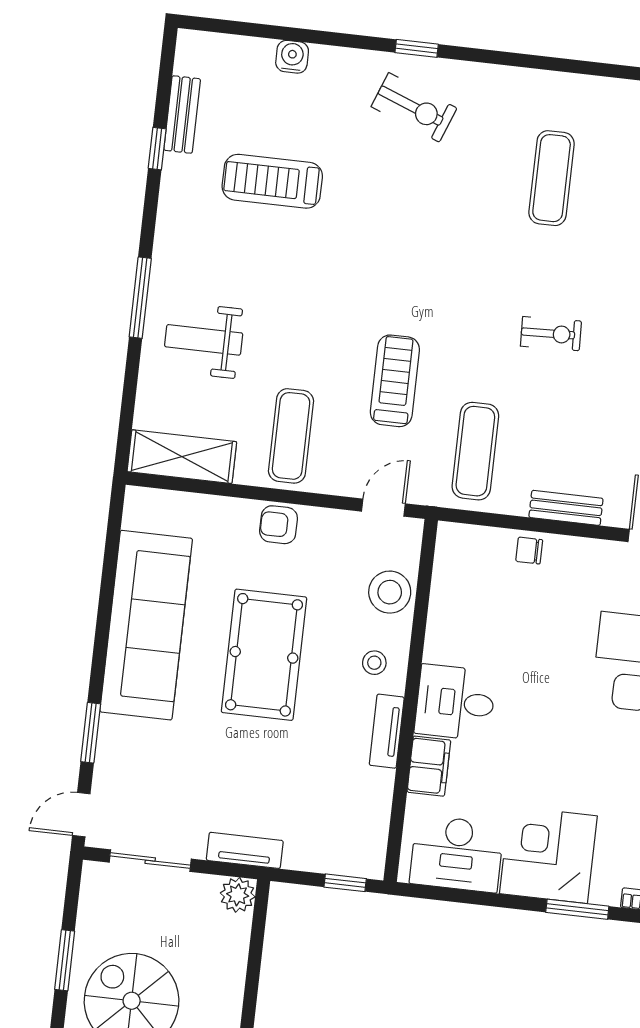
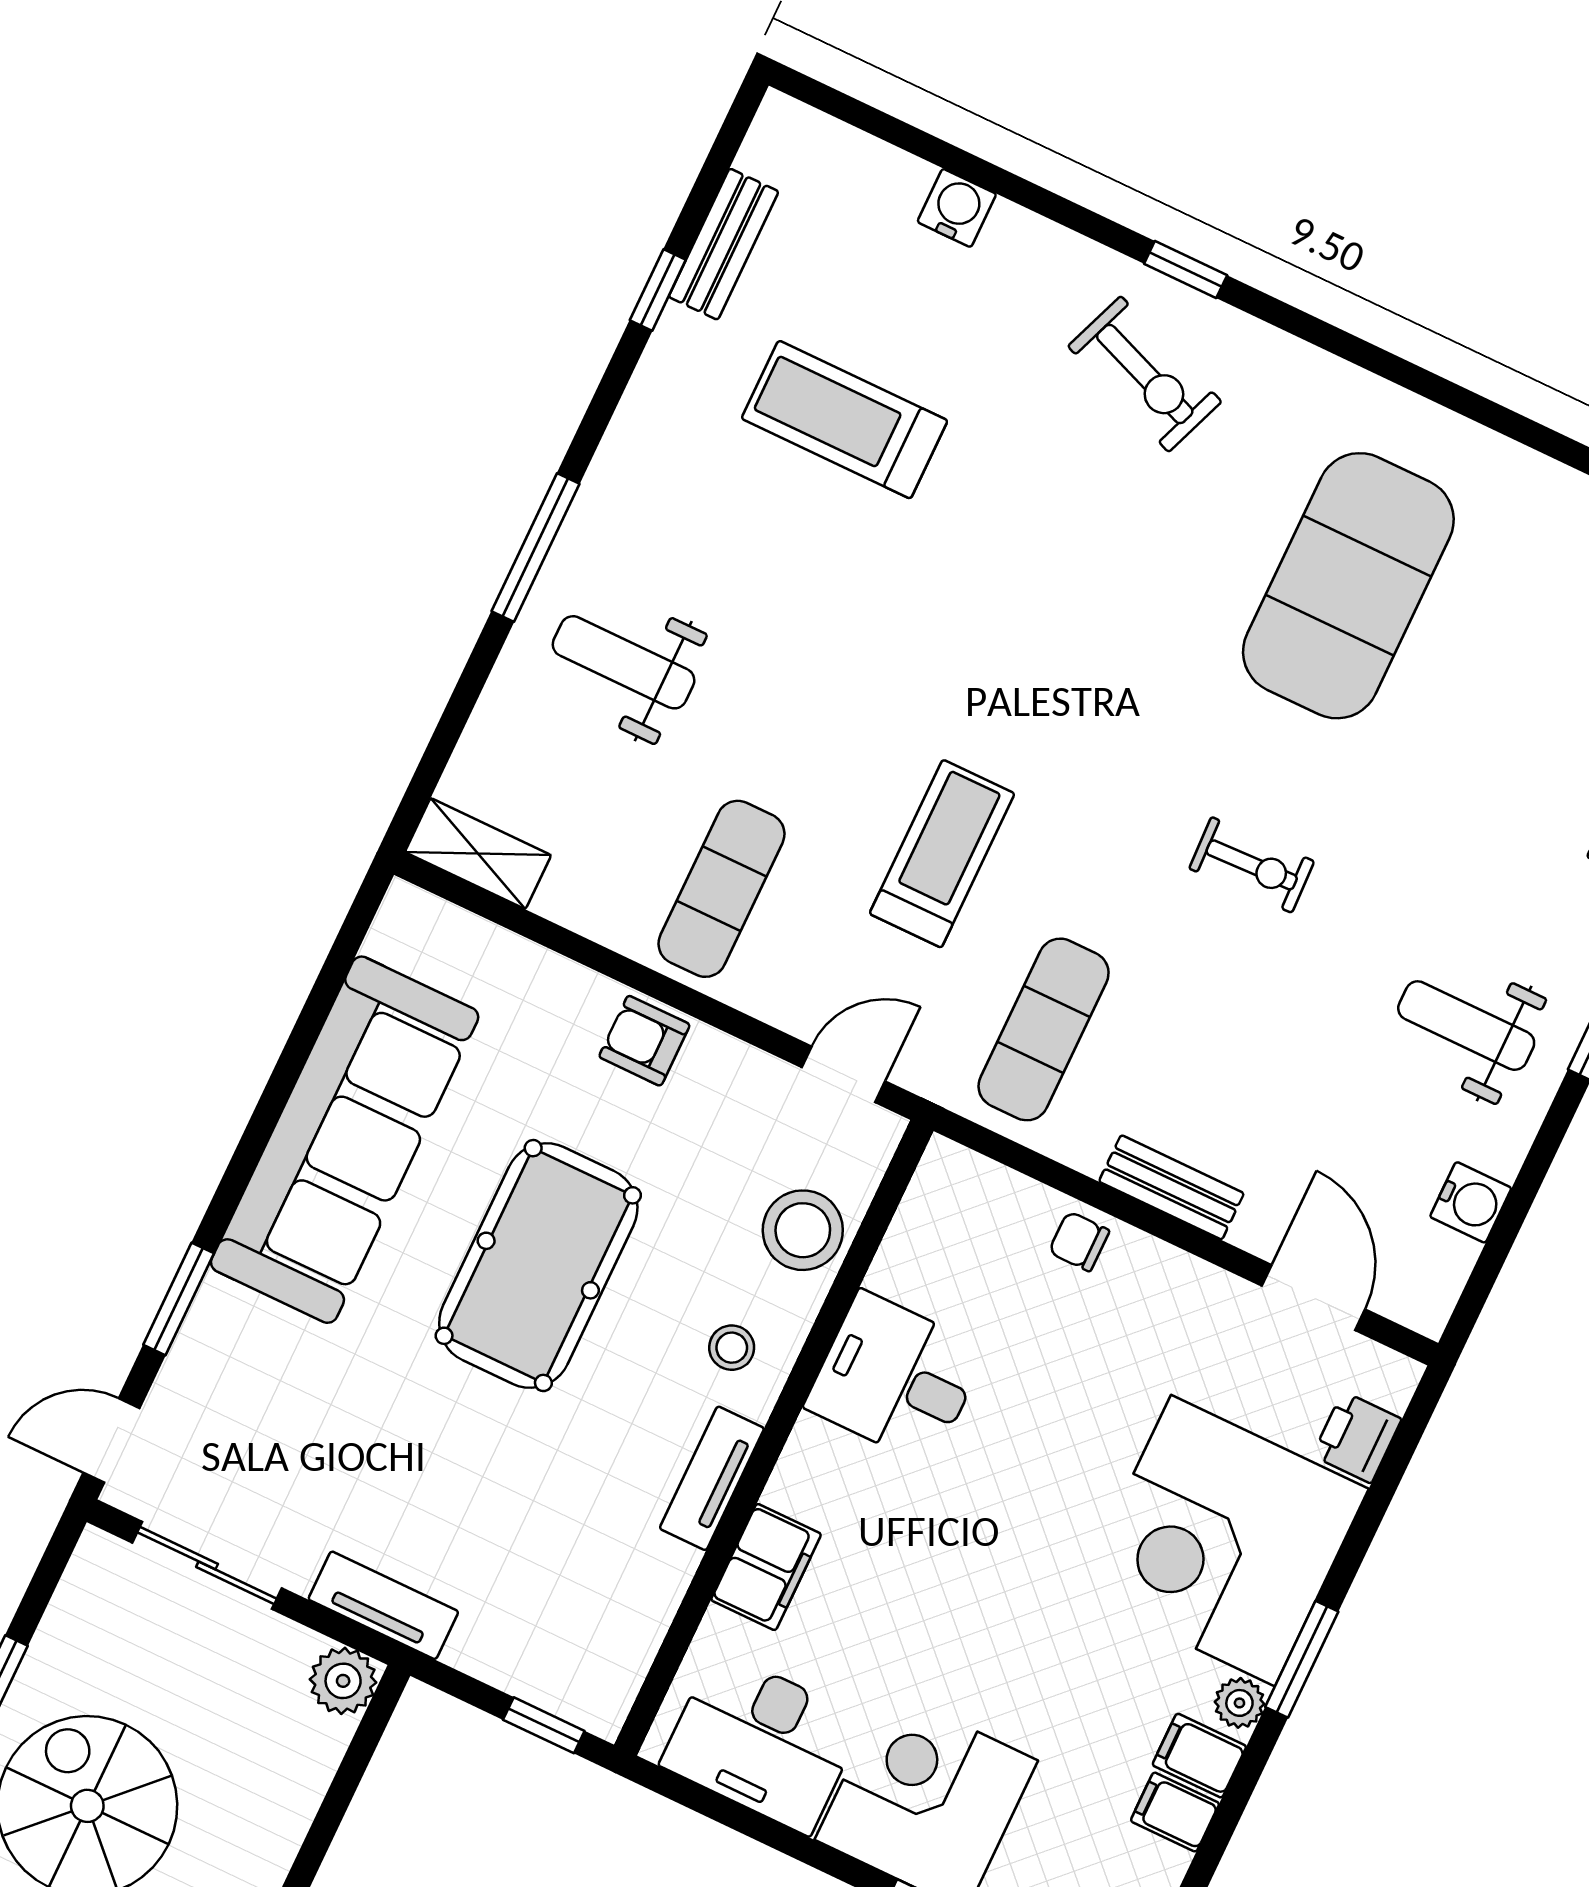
exercise mat: (552, 178) -> (1348, 586), width x2.00, depth x1.45
shelving: (182, 457) -> (478, 854), width x0.67, depth x0.75
desk: (455, 702) -> (896, 1378), moved

